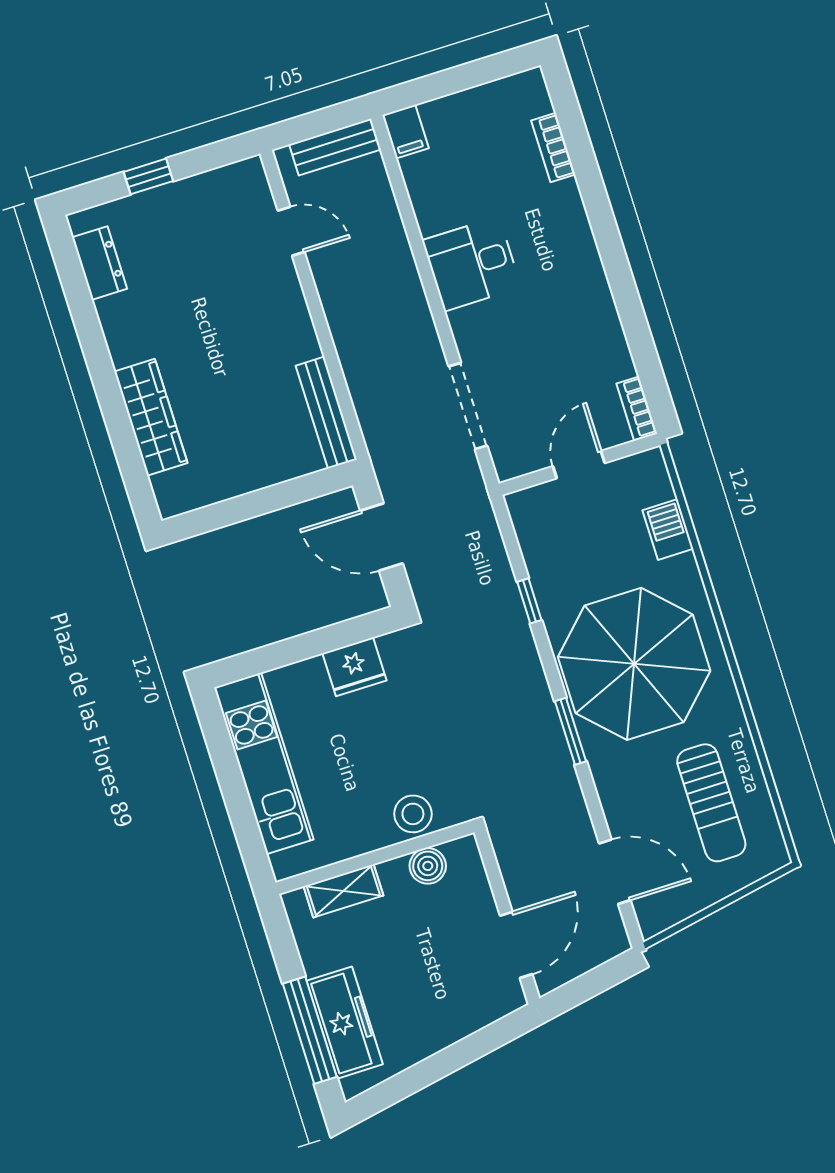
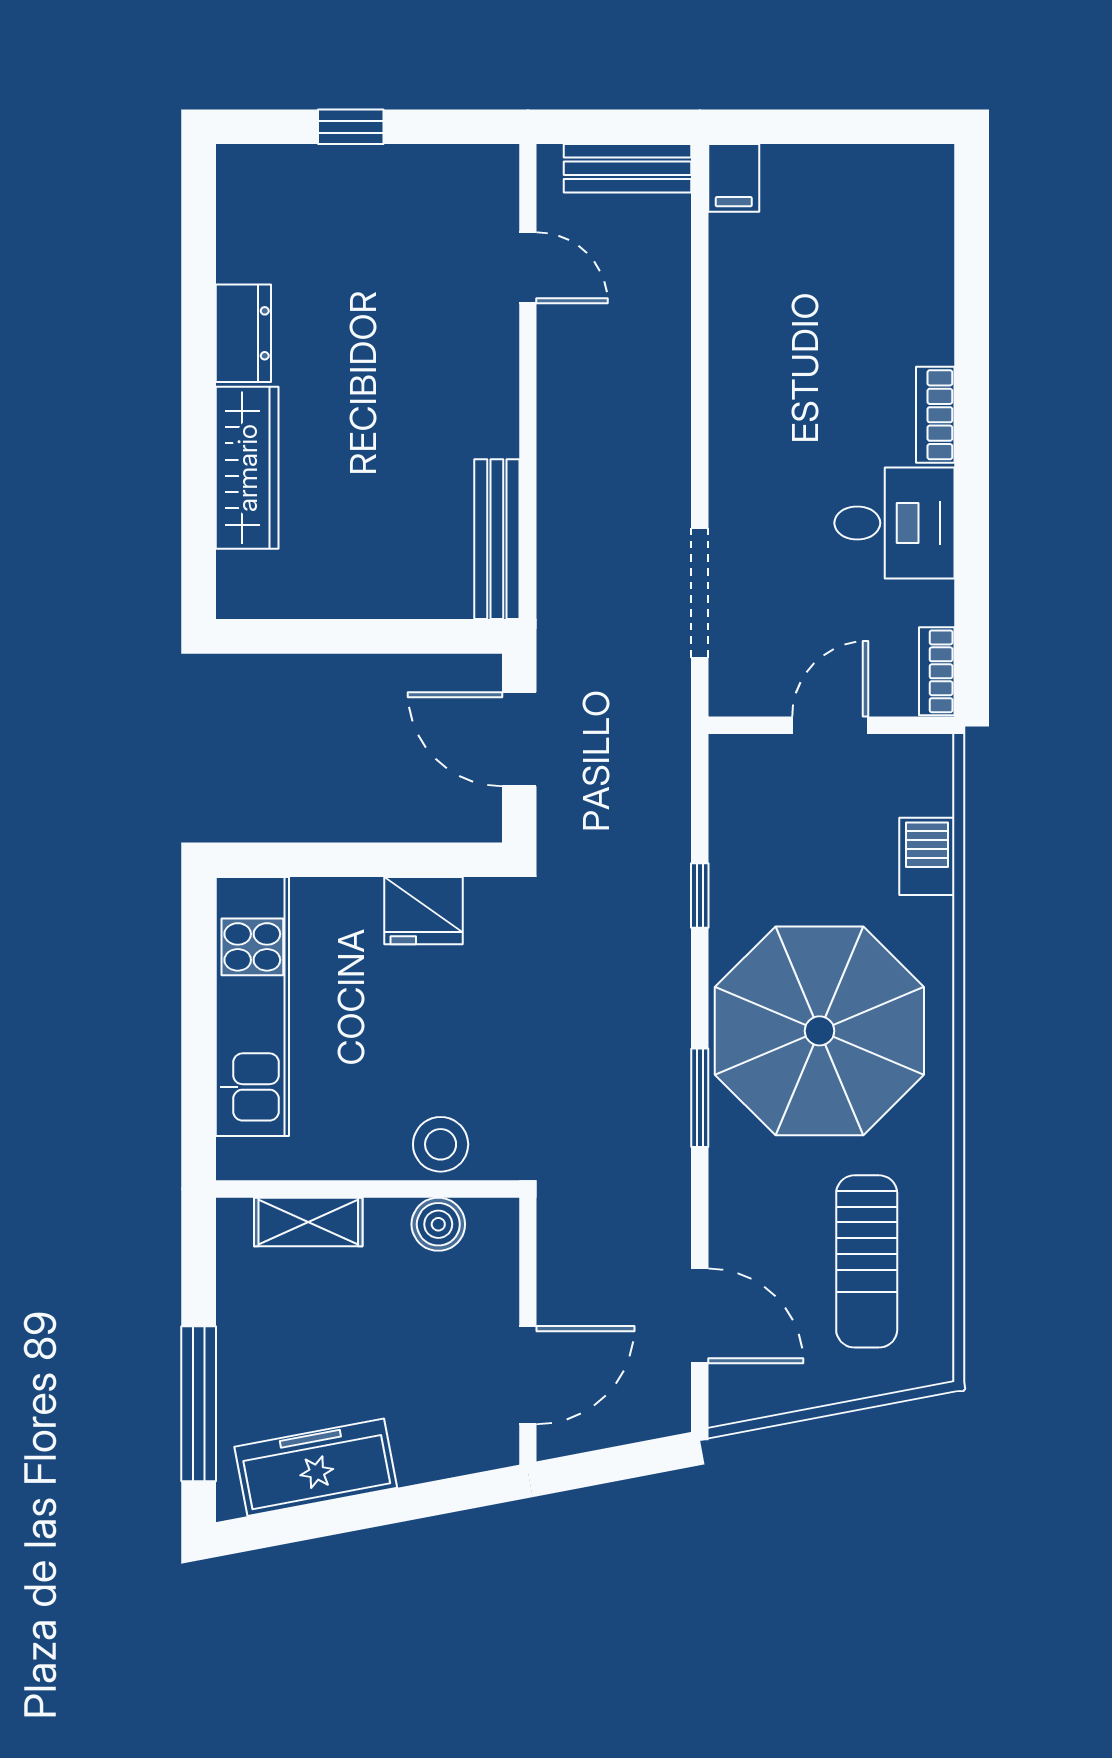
bookcase: (553, 147) -> (935, 415), moved
dresser: (100, 263) -> (243, 333), moved
desk: (472, 264) -> (894, 523), moved, turned 180
freezer: (345, 1023) -> (316, 1467), moved, turned -101

